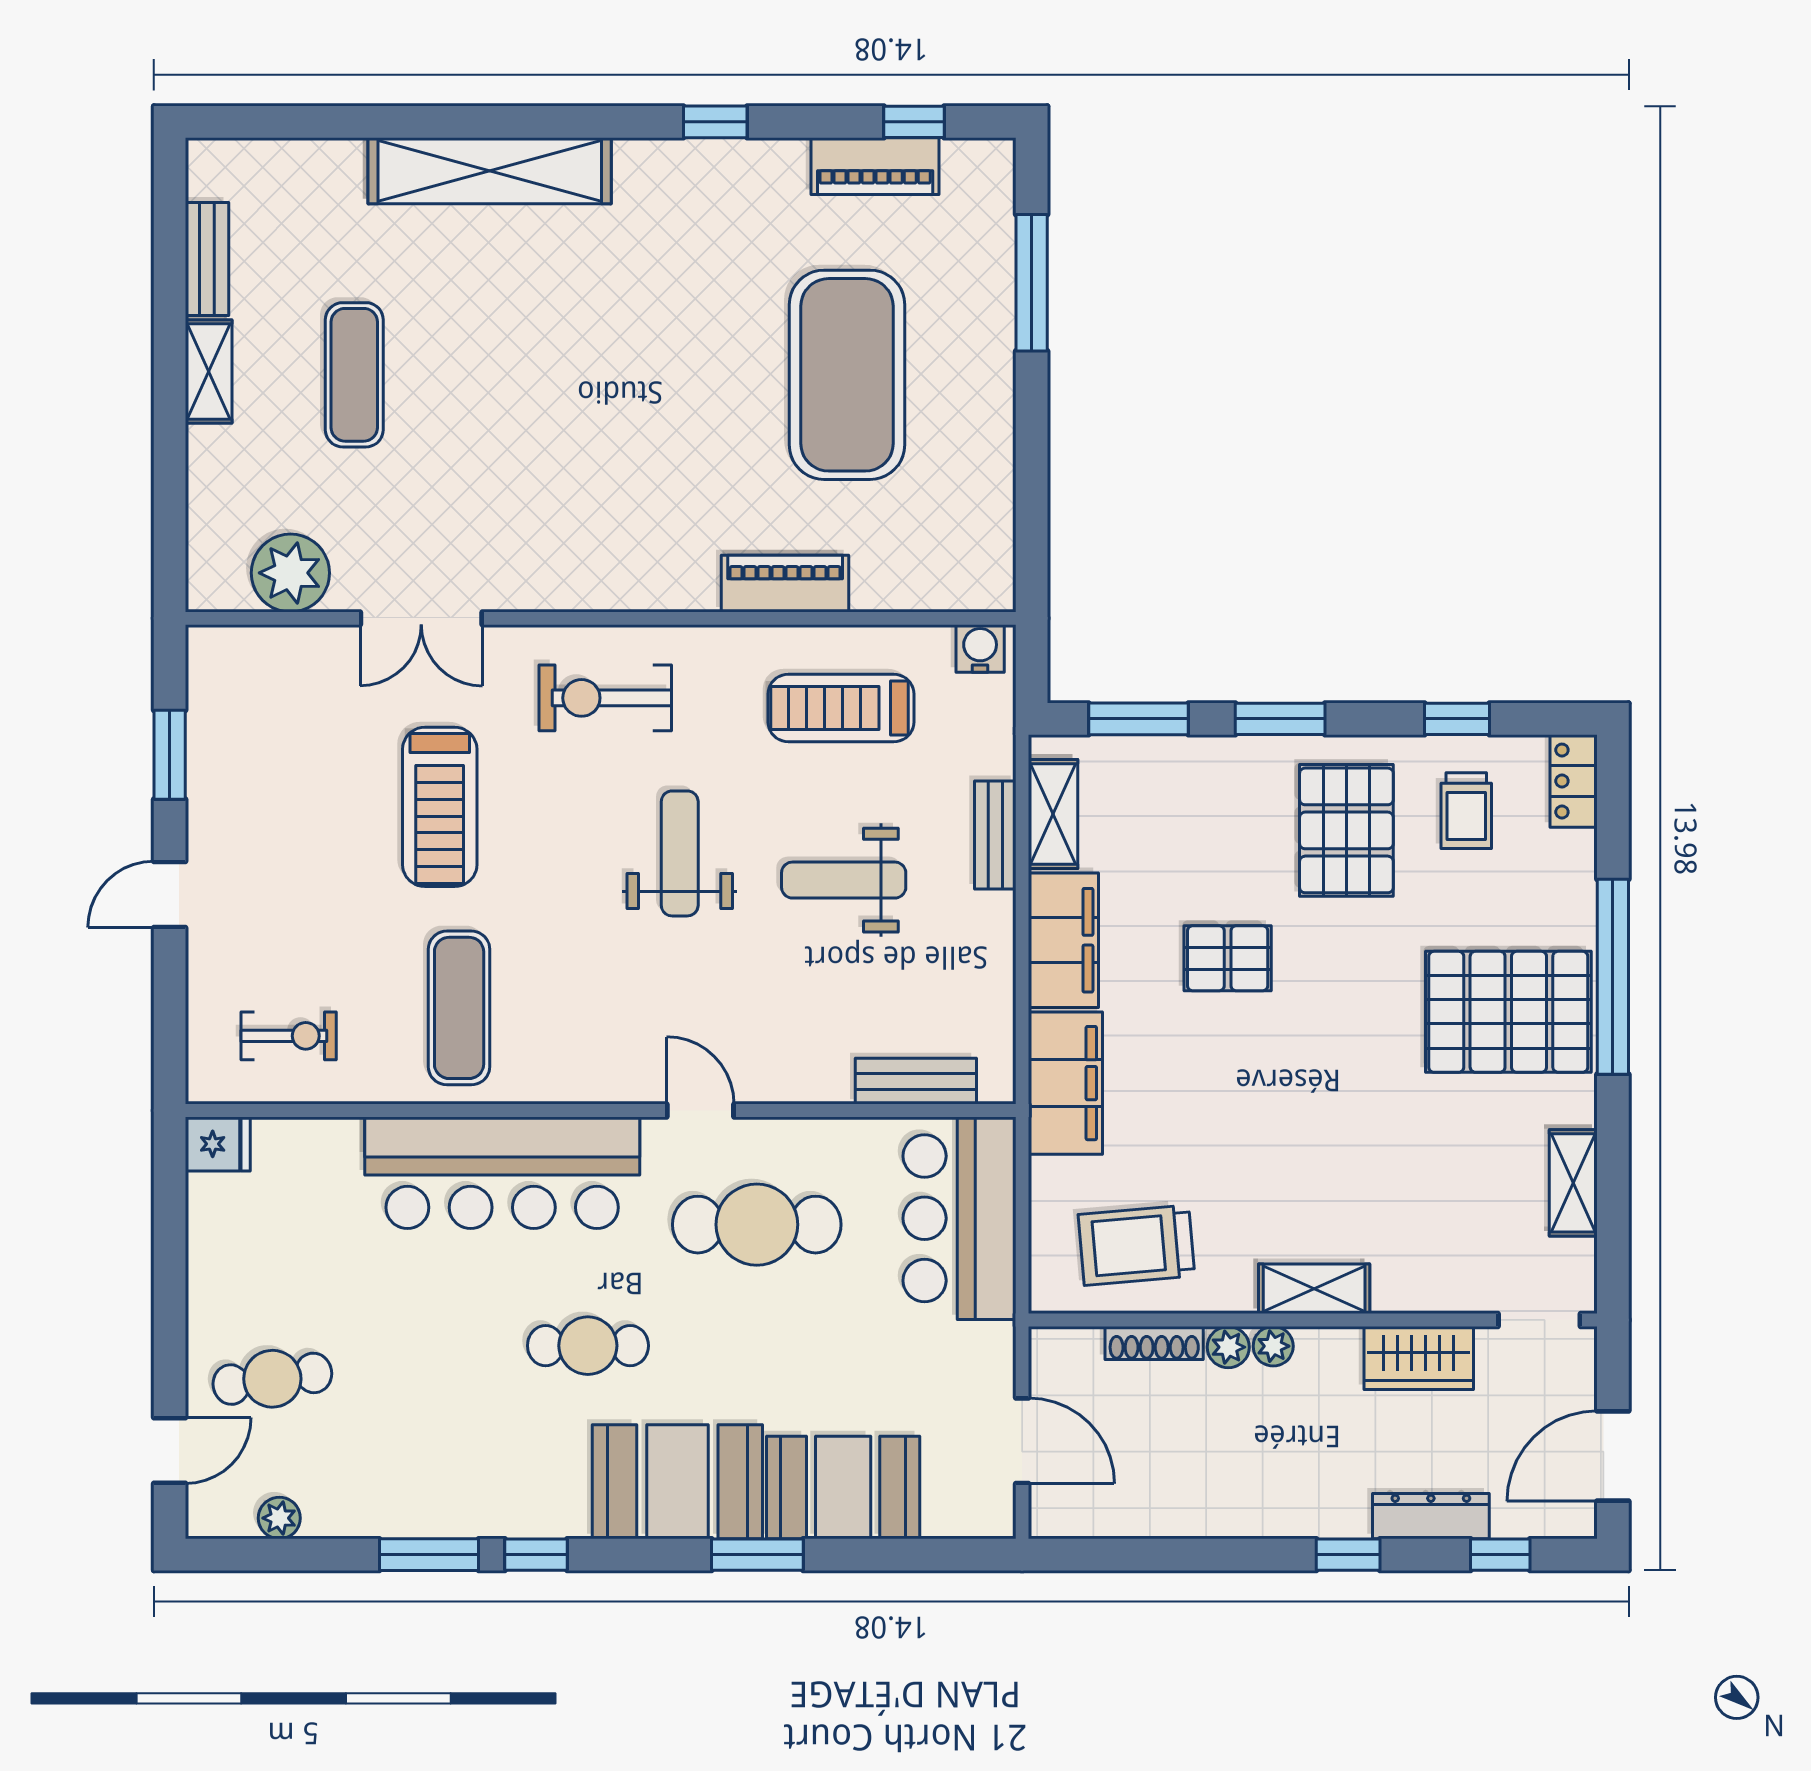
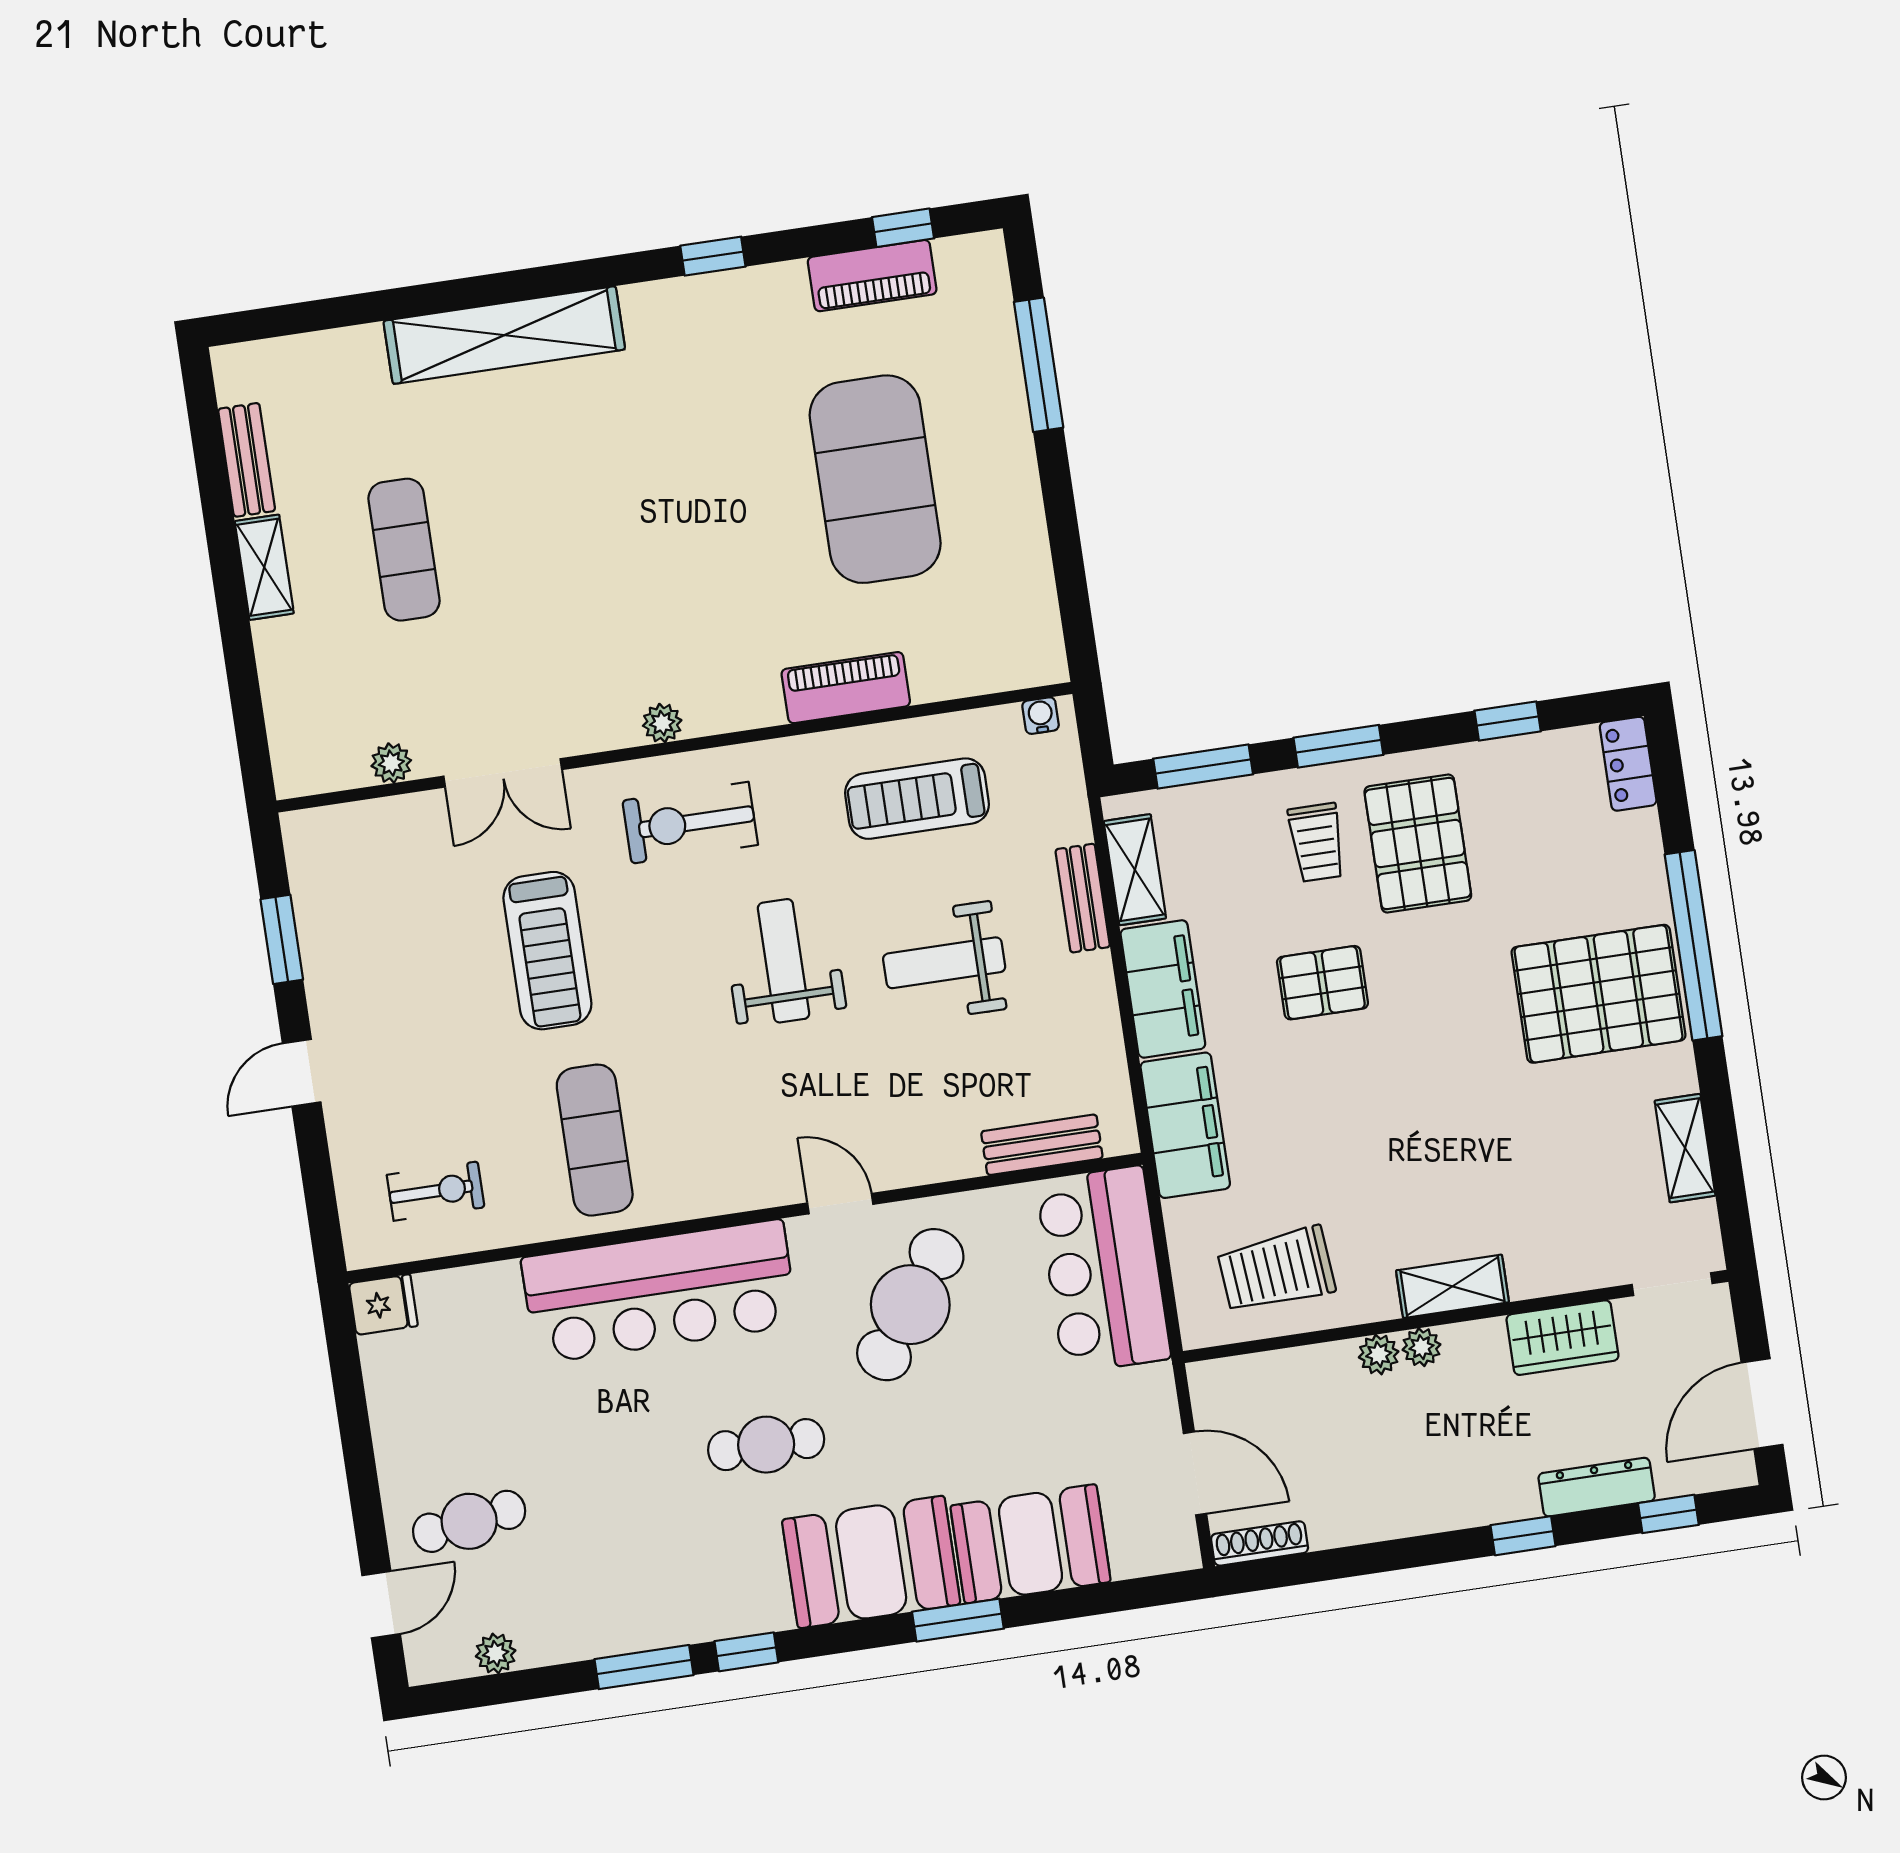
plant: (290, 573) -> (391, 763), width x0.53, depth x0.53
plant: (592, 592) -> (662, 723), added
water cooler: (980, 649) -> (1041, 716), width x0.72, depth x0.72
trolley: (1466, 811) -> (1317, 842), moved
cafe table: (757, 1225) -> (910, 1305), turned -54
shoe rack: (1154, 1343) -> (1260, 1543), moved, turned 180

